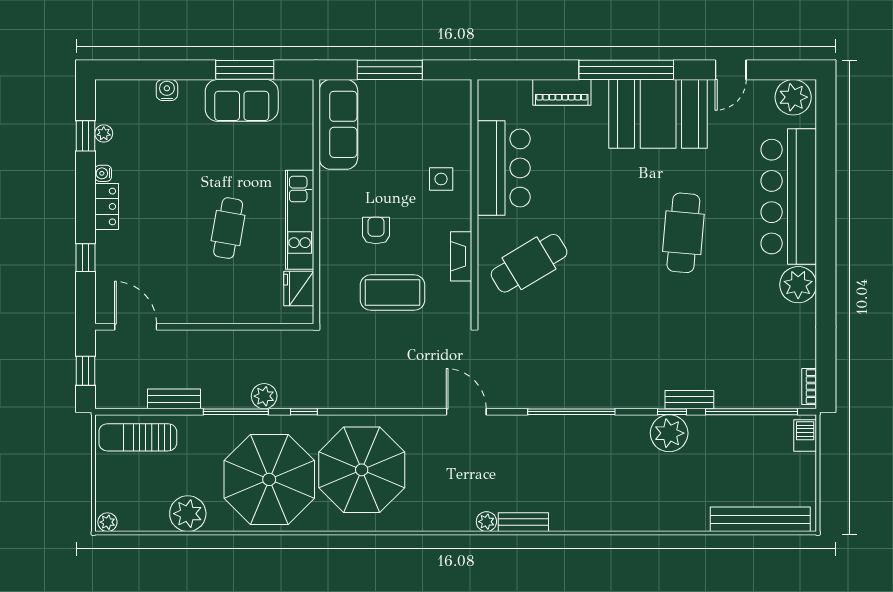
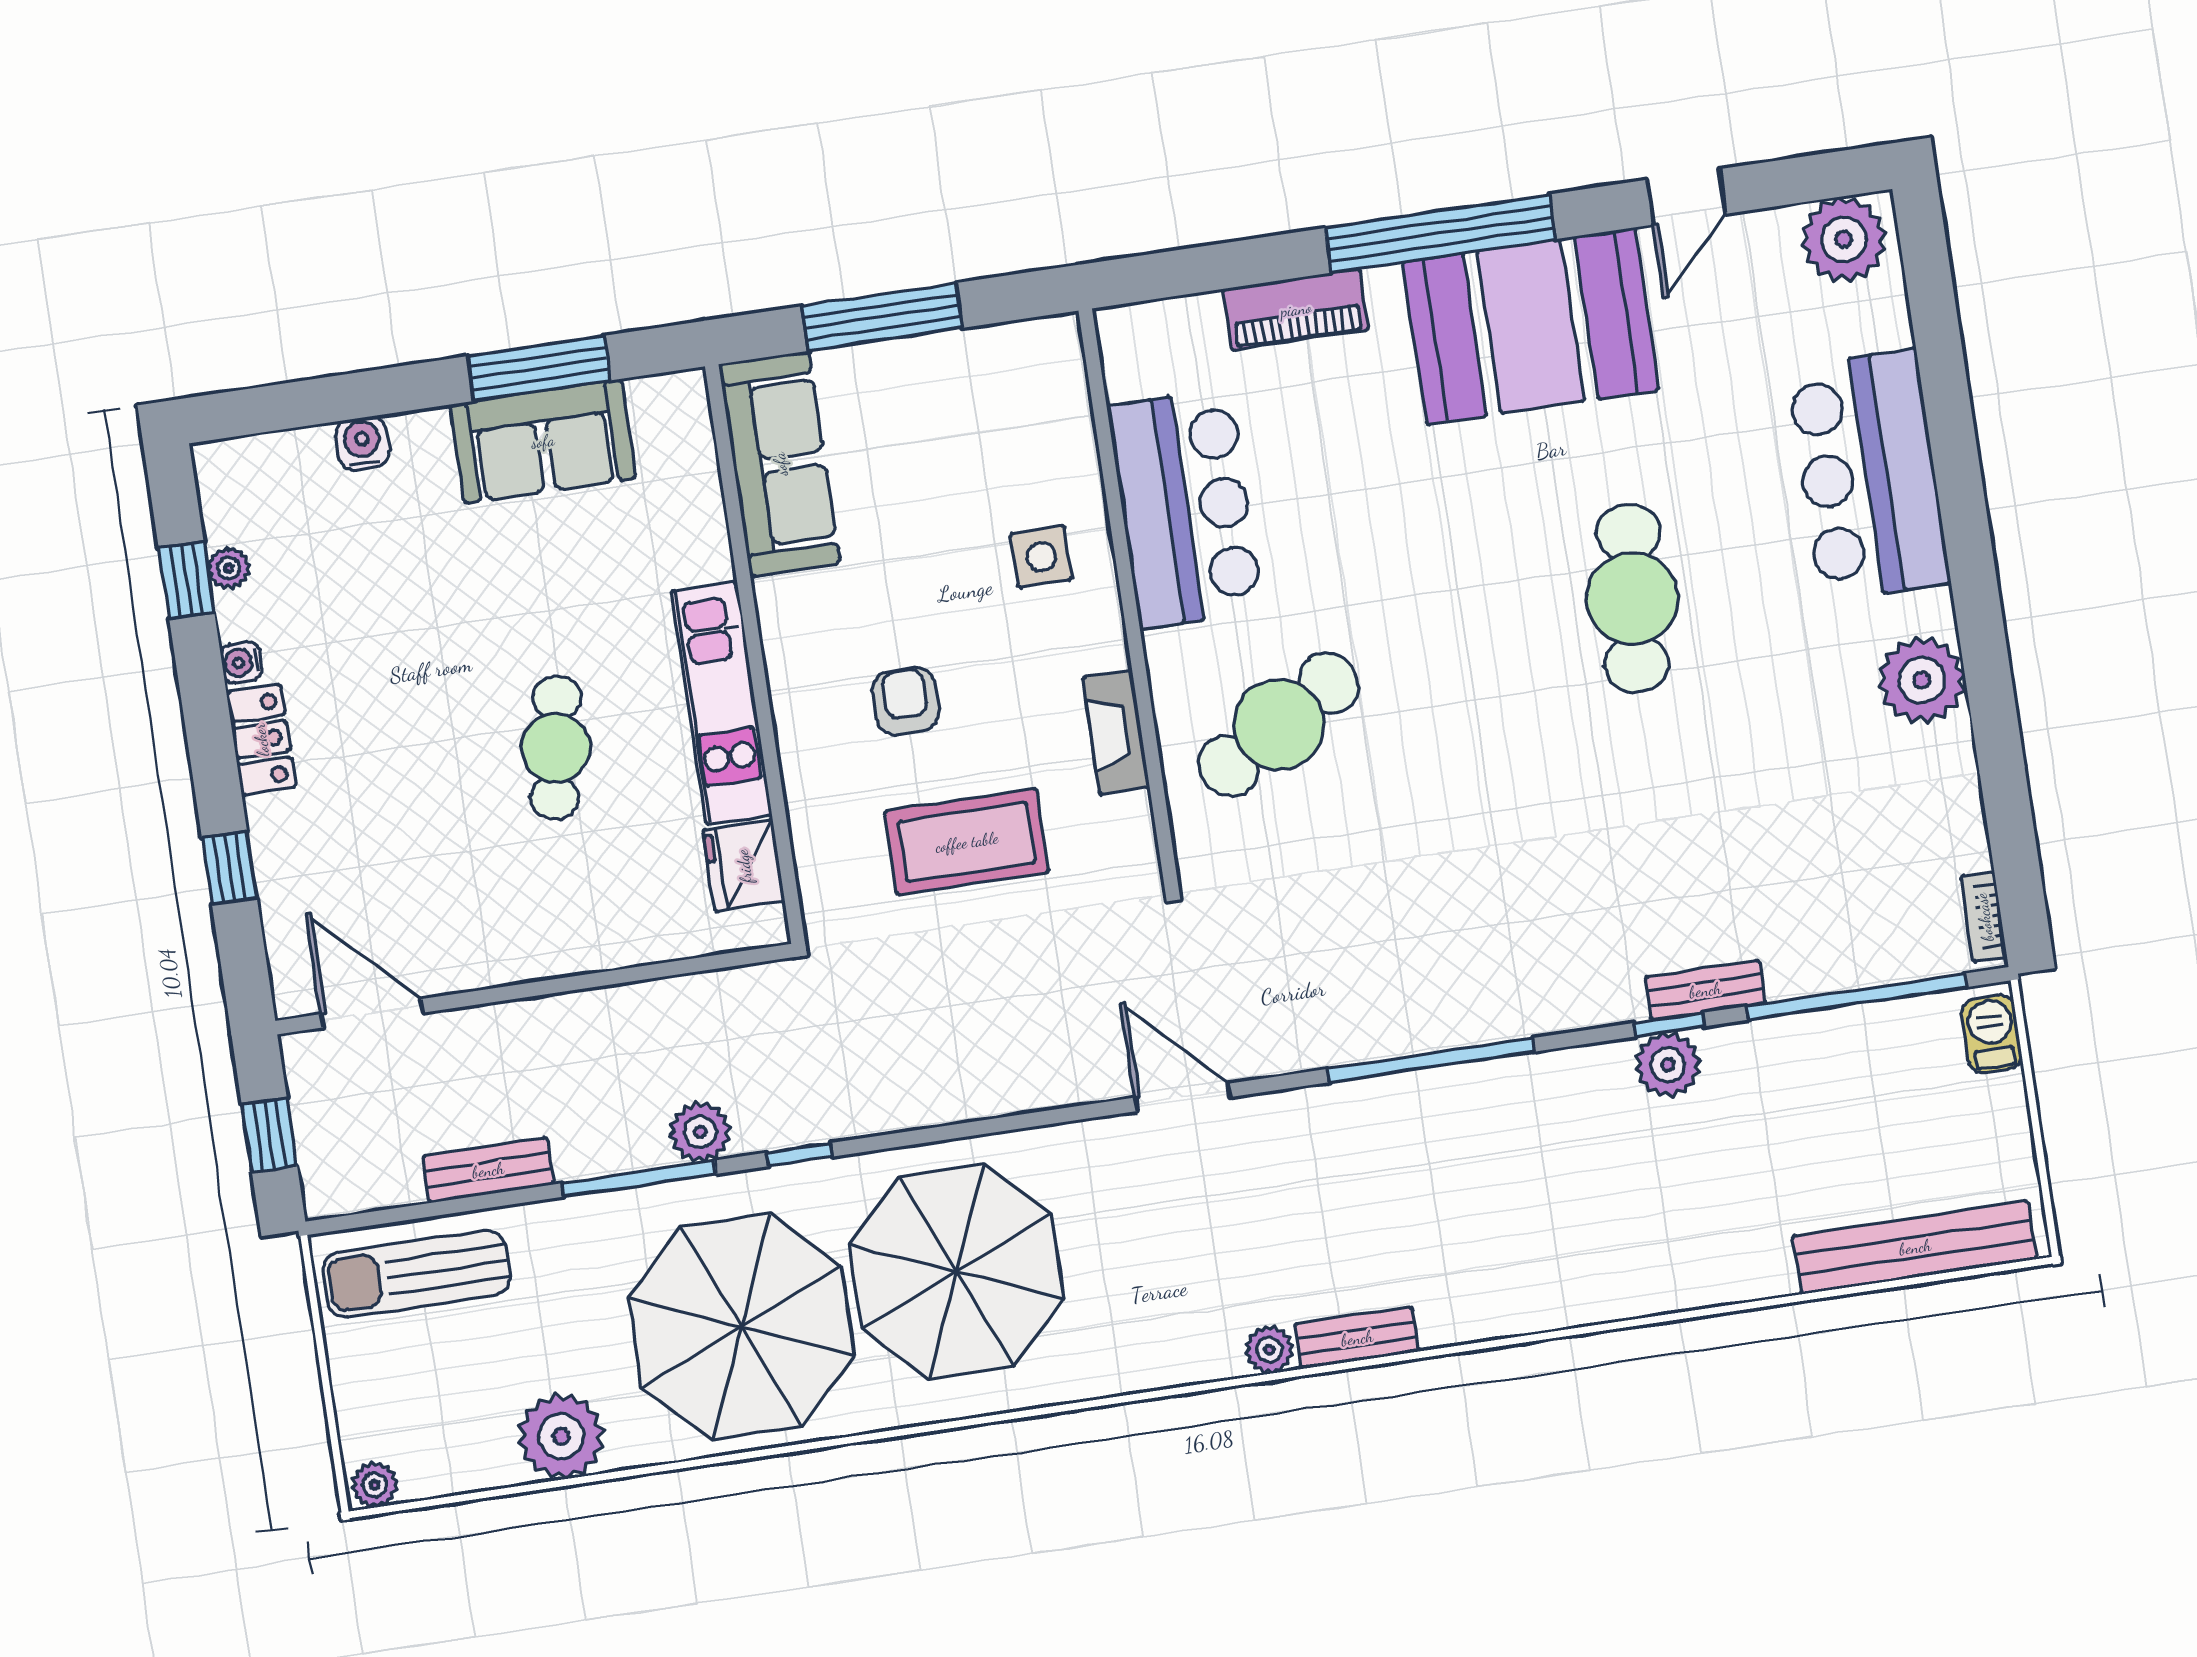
bar counter: (789, 197) -> (1868, 475), width x0.73
plant: (669, 433) -> (1668, 1065), width x0.73, depth x0.73

